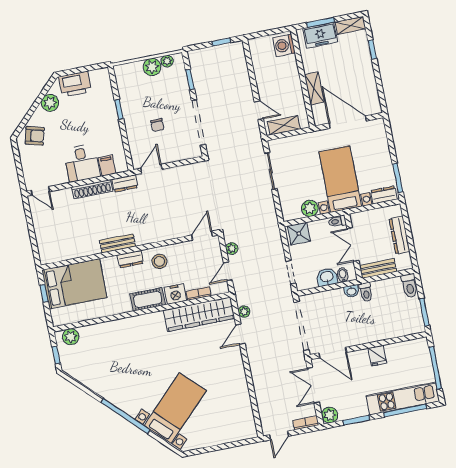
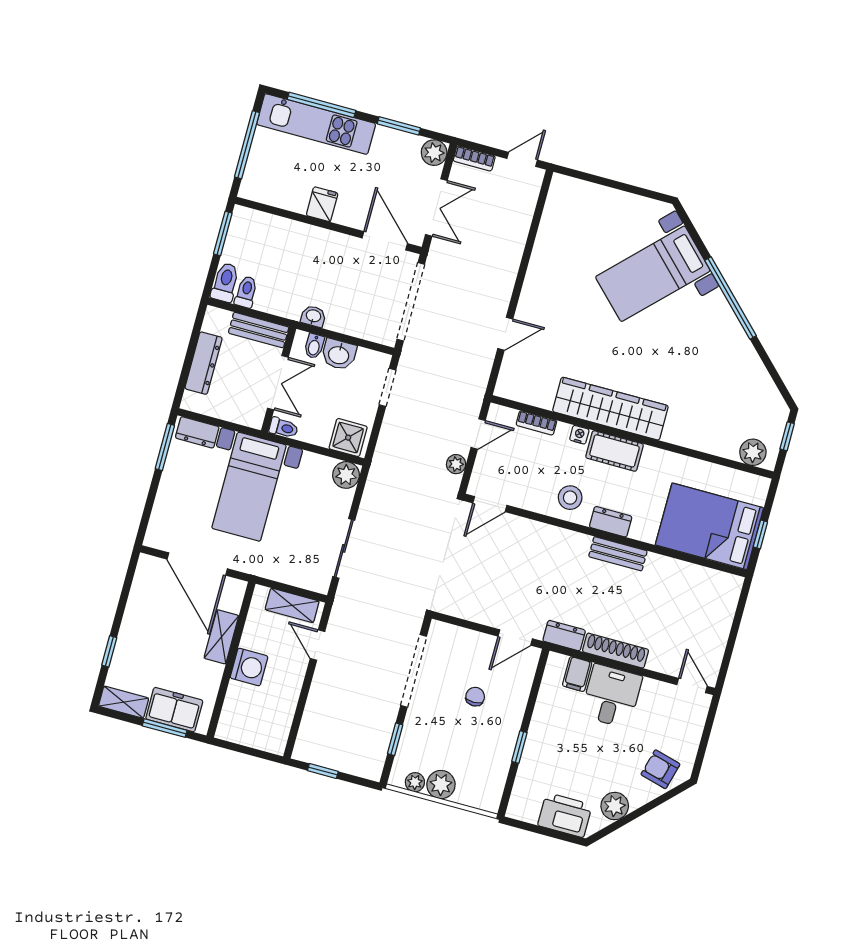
washing machine: (284, 45) -> (249, 667), moved
plant: (310, 208) -> (346, 475), moved
toilet: (366, 292) -> (246, 292), moved
nightstand: (175, 294) -> (579, 435), width x0.53, depth x0.56
plant: (244, 312) -> (484, 364), removed
wardrobe: (199, 314) -> (610, 409), moved

